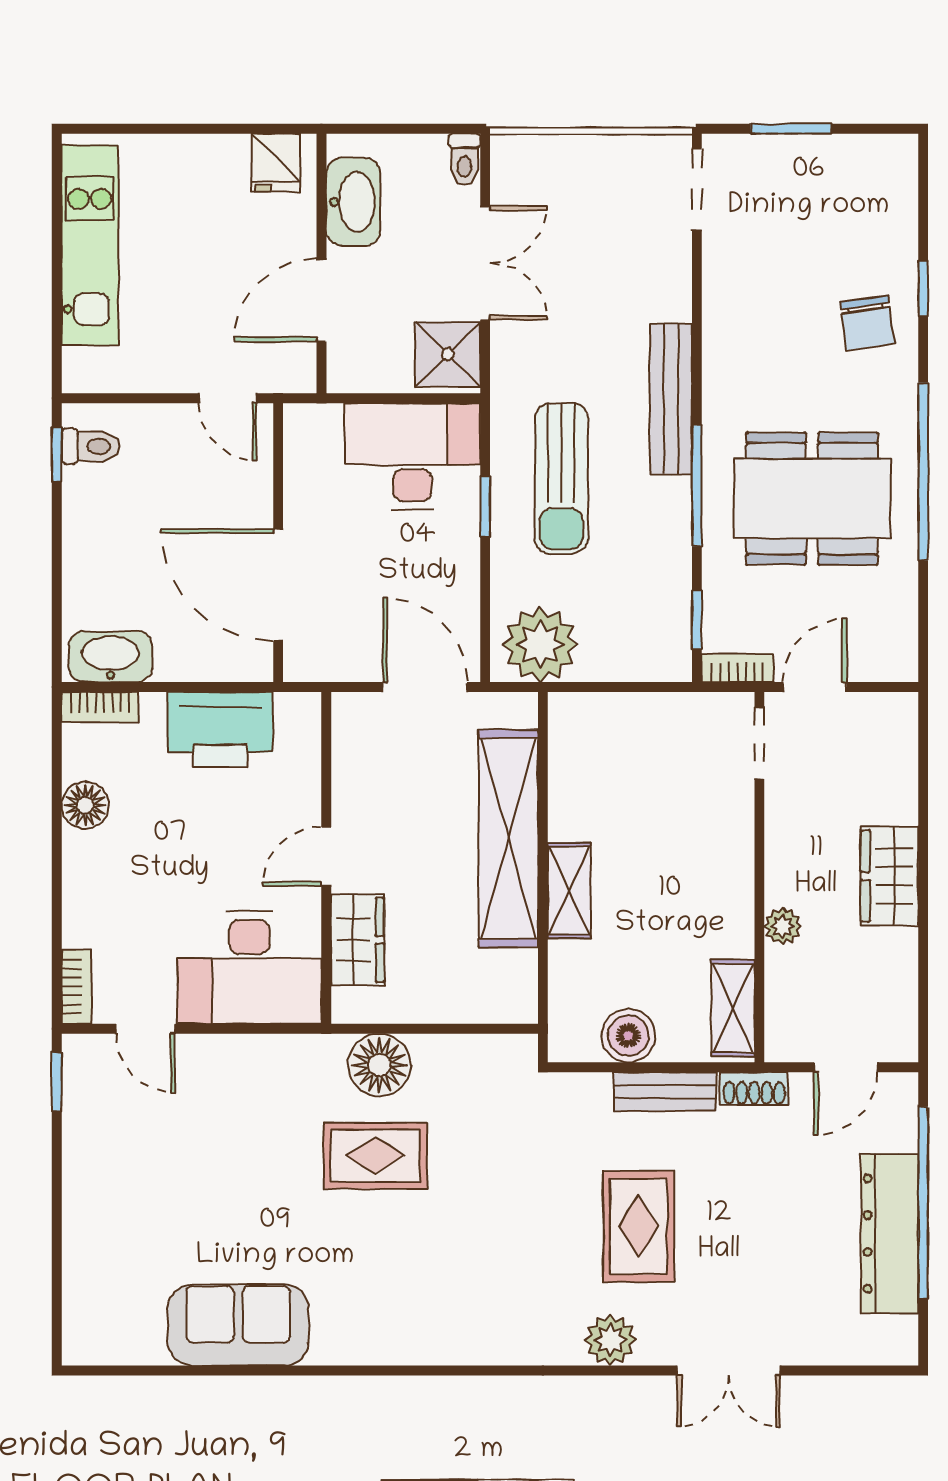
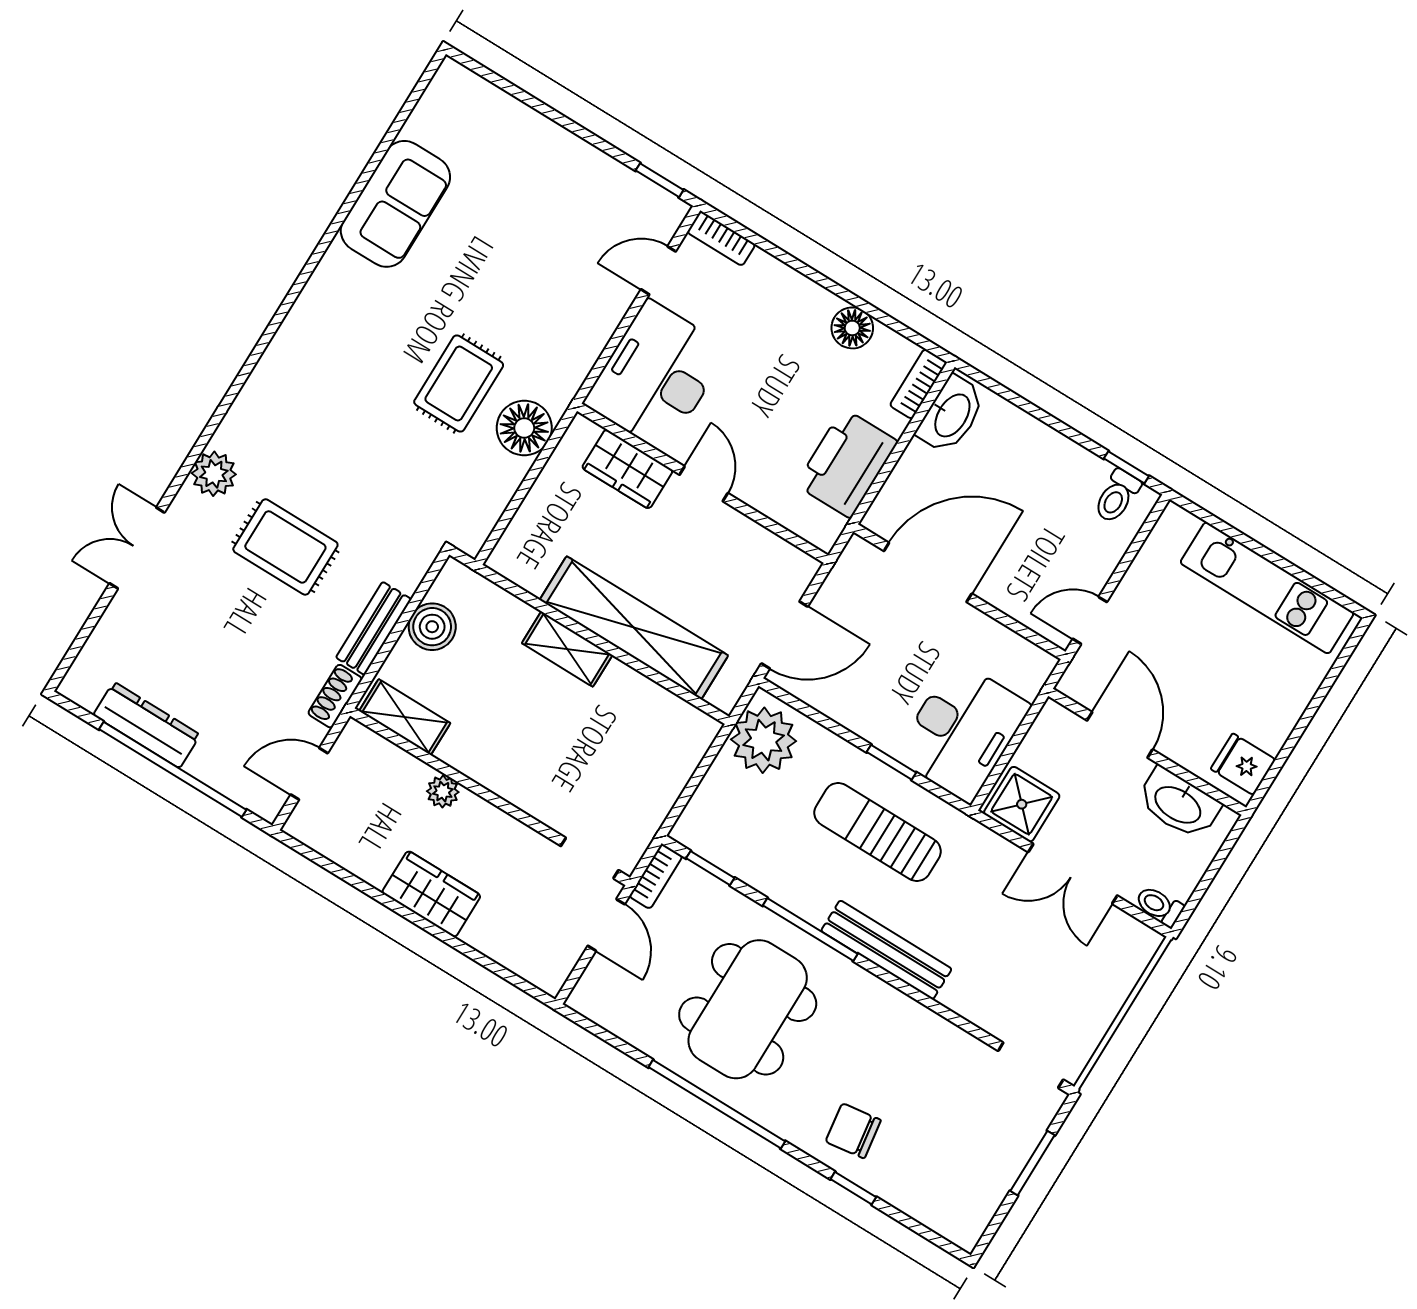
door: (846, 1067) -> (309, 774), hinge flipped
dresser: (890, 1234) -> (147, 725), width x0.73, depth x0.80

